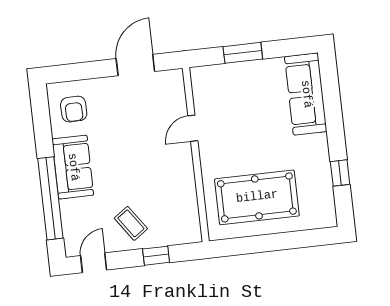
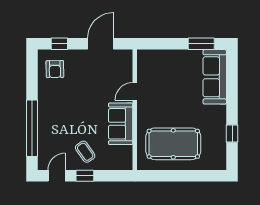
window: (243, 53) -> (201, 44), moved
window: (76, 72) -> (59, 44), added
sofa: (73, 167) -> (121, 124), moved, turned 180
window: (156, 256) -> (85, 176), moved

